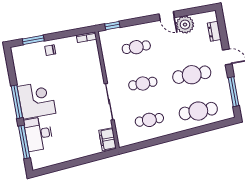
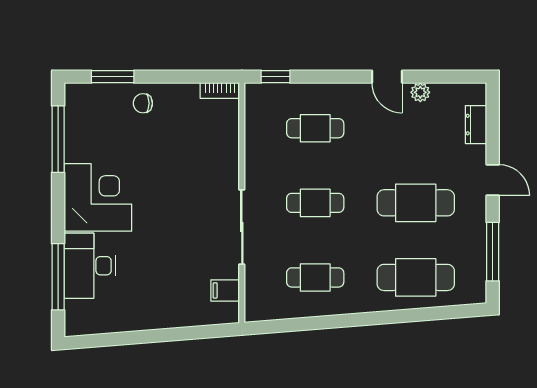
plant: (185, 25) -> (420, 92), width x0.53, depth x0.53
window: (17, 102) -> (58, 139), moved
filing cabinet: (108, 139) -> (225, 290), width x0.50

